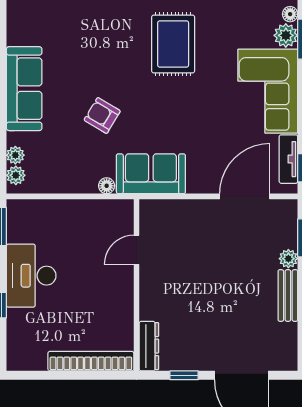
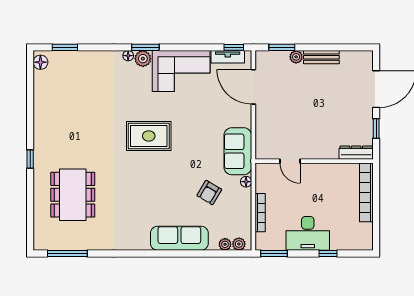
armchair: (102, 115) -> (209, 193), moved
bookcase: (61, 206) -> (260, 213), added

